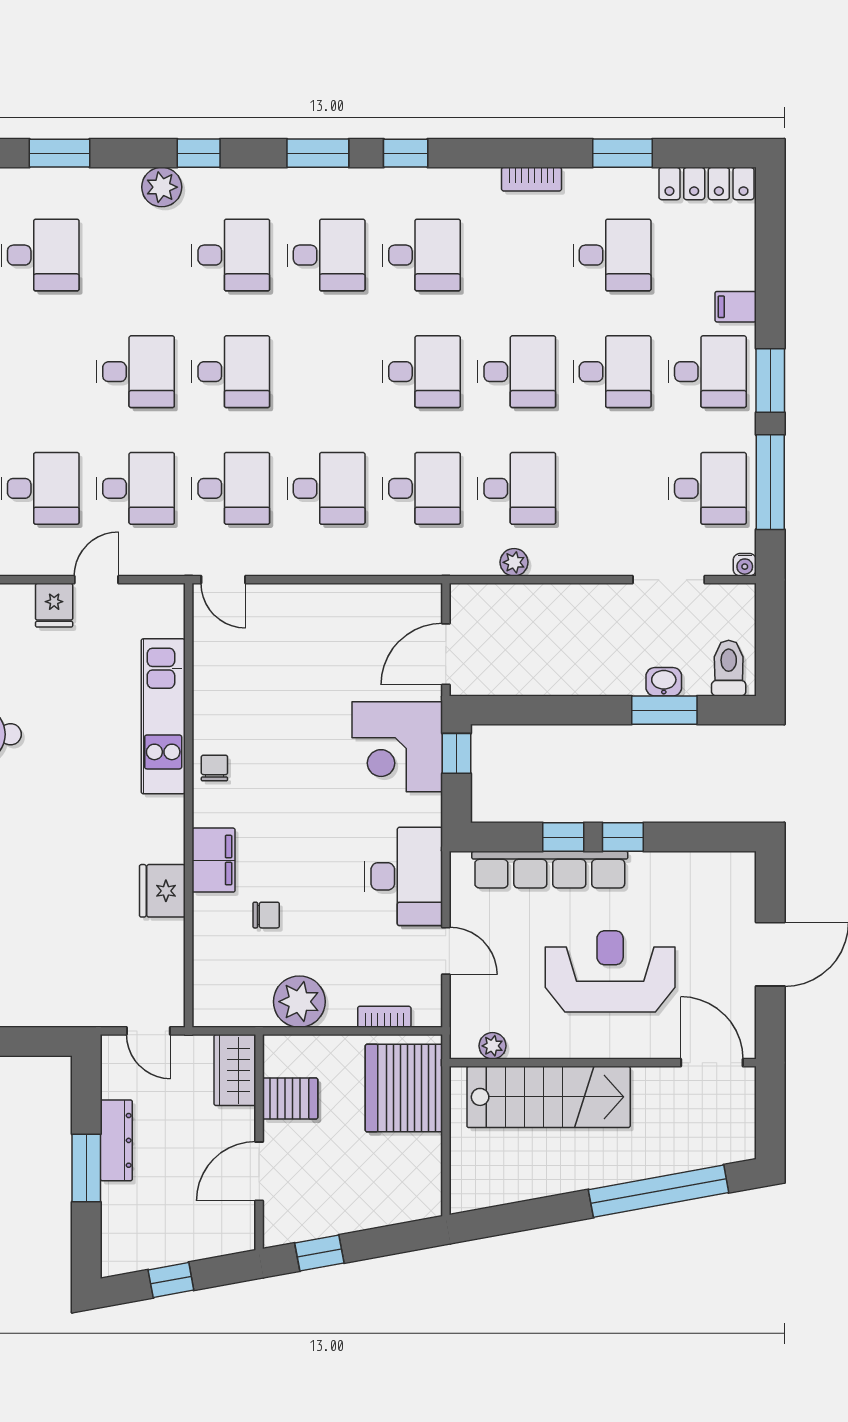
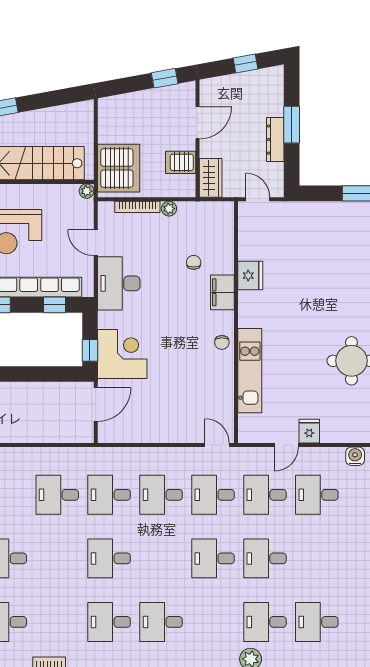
desk: (231, 255) -> (265, 622), moved
desk: (517, 372) -> (57, 558), removed
plant: (514, 562) -> (59, 455), removed
window: (563, 837) -> (55, 305), moved
chair: (266, 915) -> (194, 262), turned 90
plant: (299, 1002) -> (169, 209), width x0.53, depth x0.53
bookcase: (384, 1017) -> (137, 207), width x1.56
plant: (492, 1046) -> (87, 191), moved

